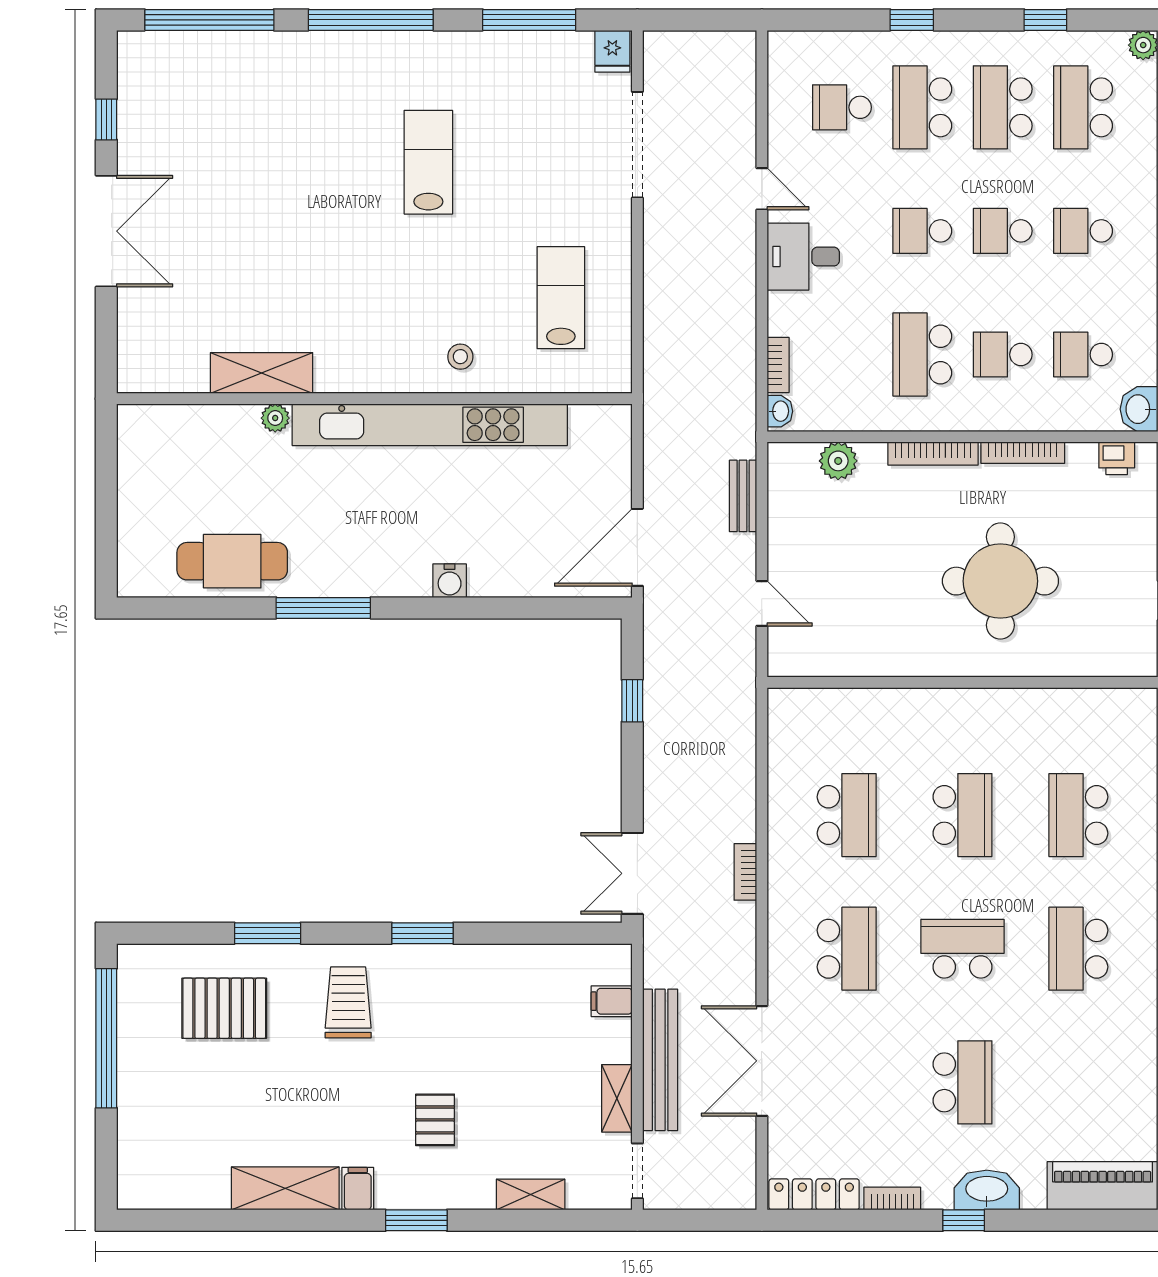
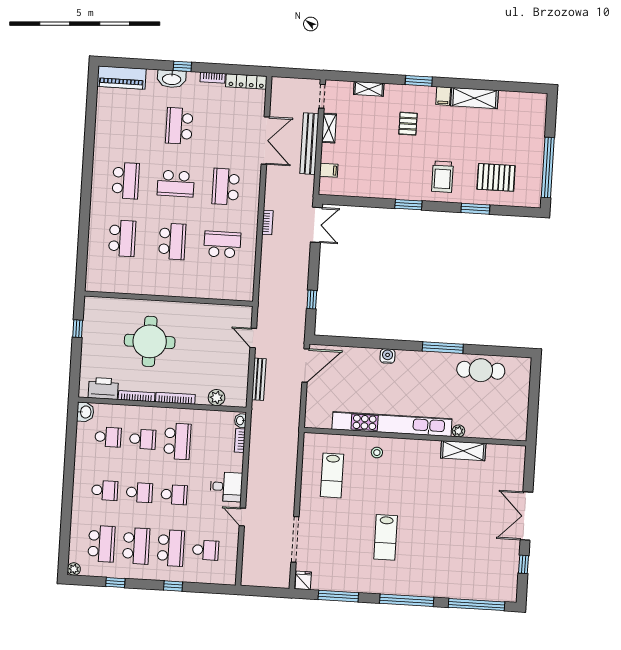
printer: (1117, 458) -> (103, 388), width x1.87, depth x1.48
bench: (743, 496) -> (259, 379), width x1.36
school desk: (847, 815) -> (222, 244), turned 90
school desk: (962, 815) -> (172, 241), turned 180

